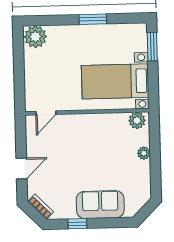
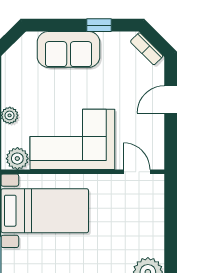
door: (46, 113) -> (137, 172), hinge flipped
corner sofa: (95, 136) -> (72, 139), added

